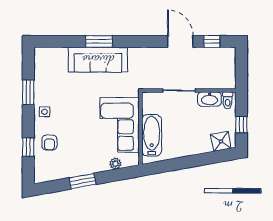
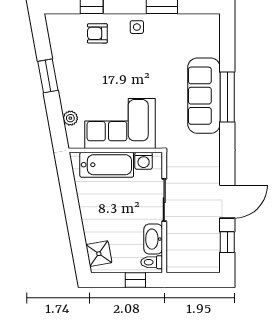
window: (99, 41) -> (227, 97), width x1.44
washing machine: (149, 107) -> (144, 161), added
window: (241, 125) -> (135, 280), moved

